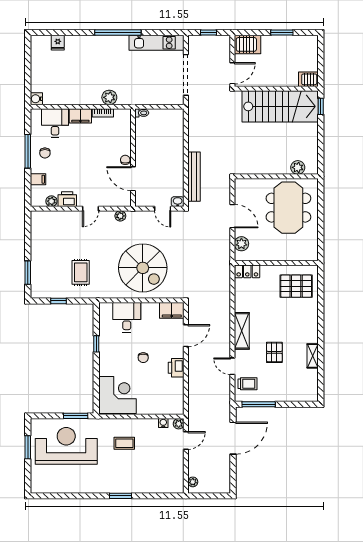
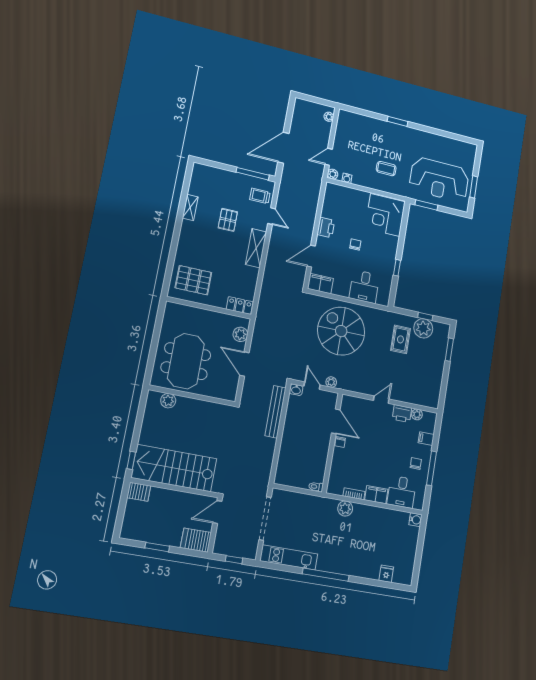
plant: (120, 216) -> (331, 382), moved
plant: (59, 288) -> (423, 328), added

